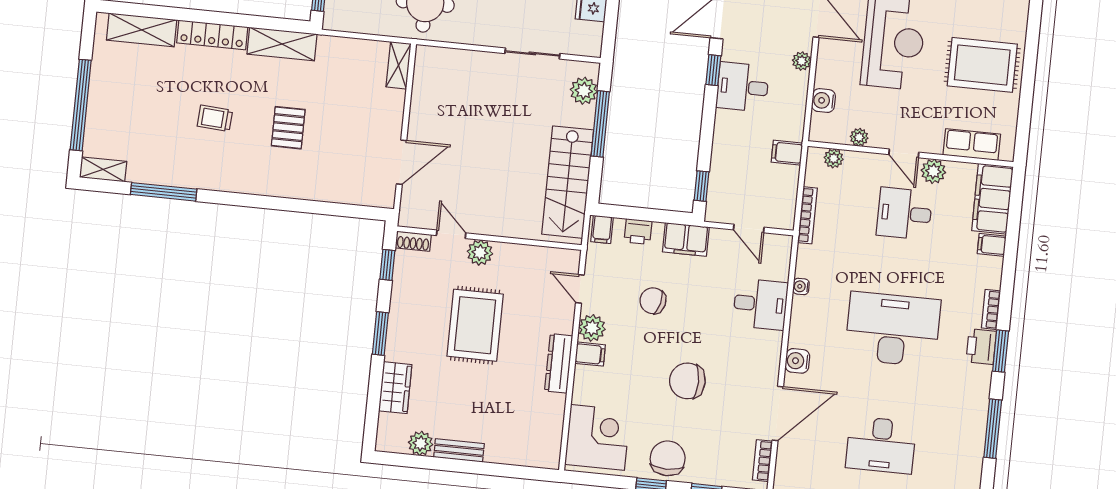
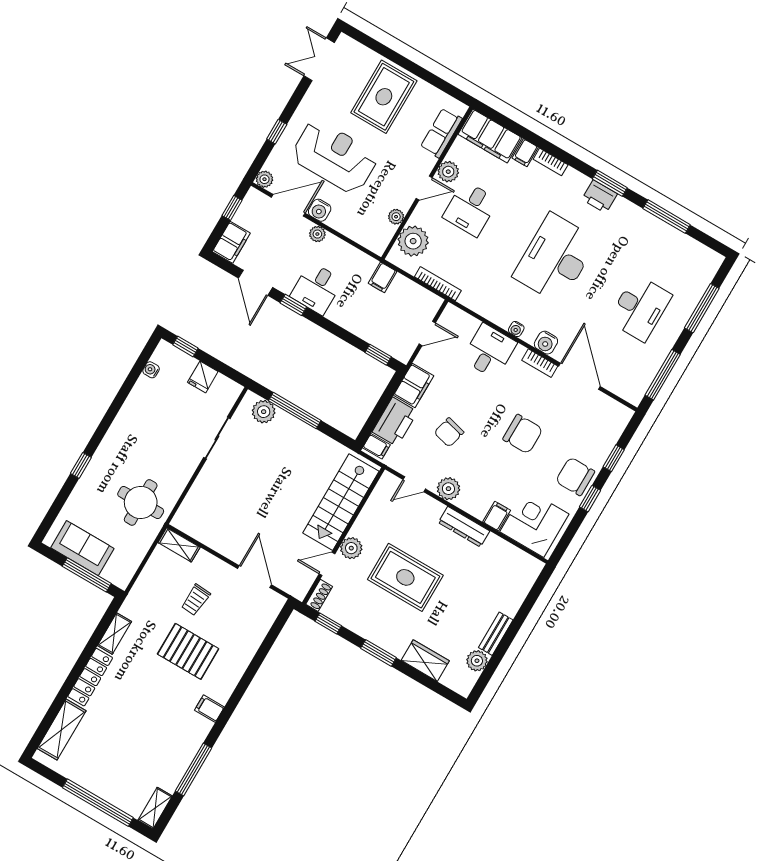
shelving: (282, 44) -> (114, 634), width x0.67, depth x0.75
water cooler: (823, 101) -> (320, 210), moved
trolley: (215, 118) -> (196, 600), moved
pallet: (288, 128) -> (188, 651), width x1.50, depth x1.42
plant: (834, 158) -> (413, 241), width x1.88, depth x1.88
filing cabinet: (237, 179) -> (209, 709), added
stairs: (568, 182) -> (341, 502), moved, turned 90
printer: (638, 231) -> (395, 422), width x1.87, depth x1.48
water cooler: (801, 286) -> (516, 329), moved
bookcase: (991, 309) -> (551, 162), moved
filing cabinet: (590, 354) -> (497, 516), moved
chair: (687, 381) -> (523, 434), turned -90
bookcase: (762, 461) -> (540, 363), moved

